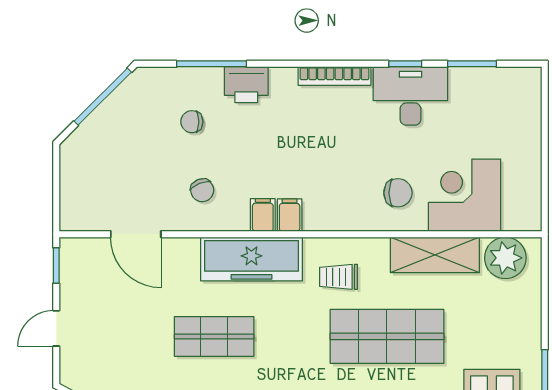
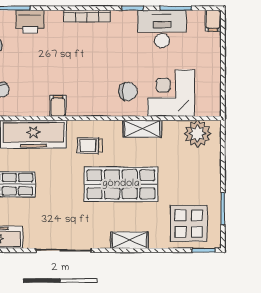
desk: (410, 96) -> (162, 29), moved
filing cabinet: (263, 215) -> (213, 21), moved, turned 180
shelving: (435, 255) -> (142, 129), width x0.67, depth x0.75

